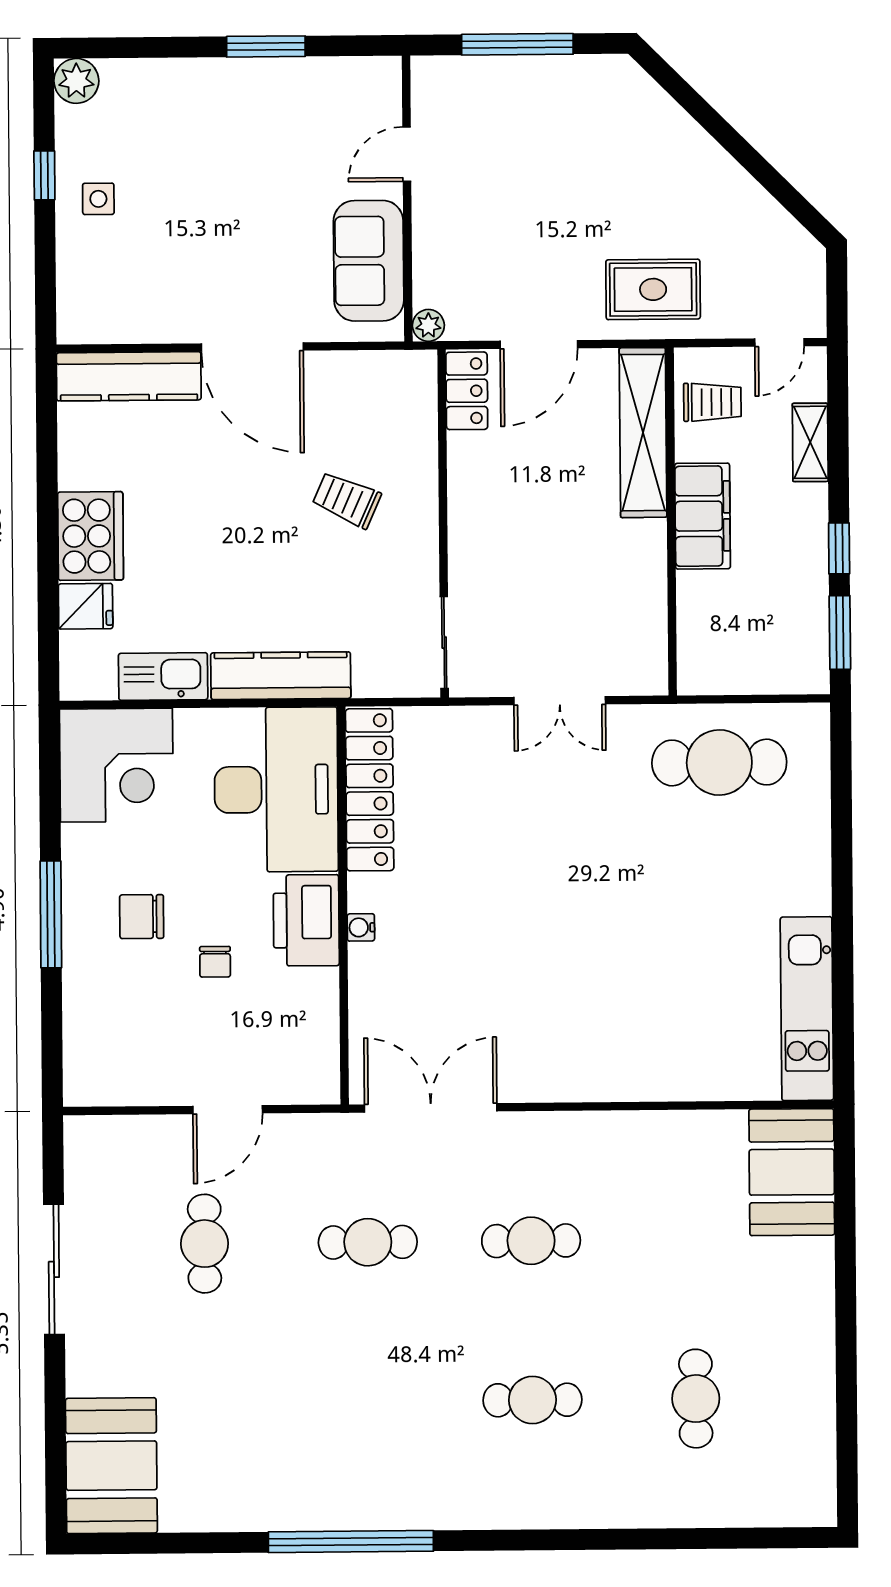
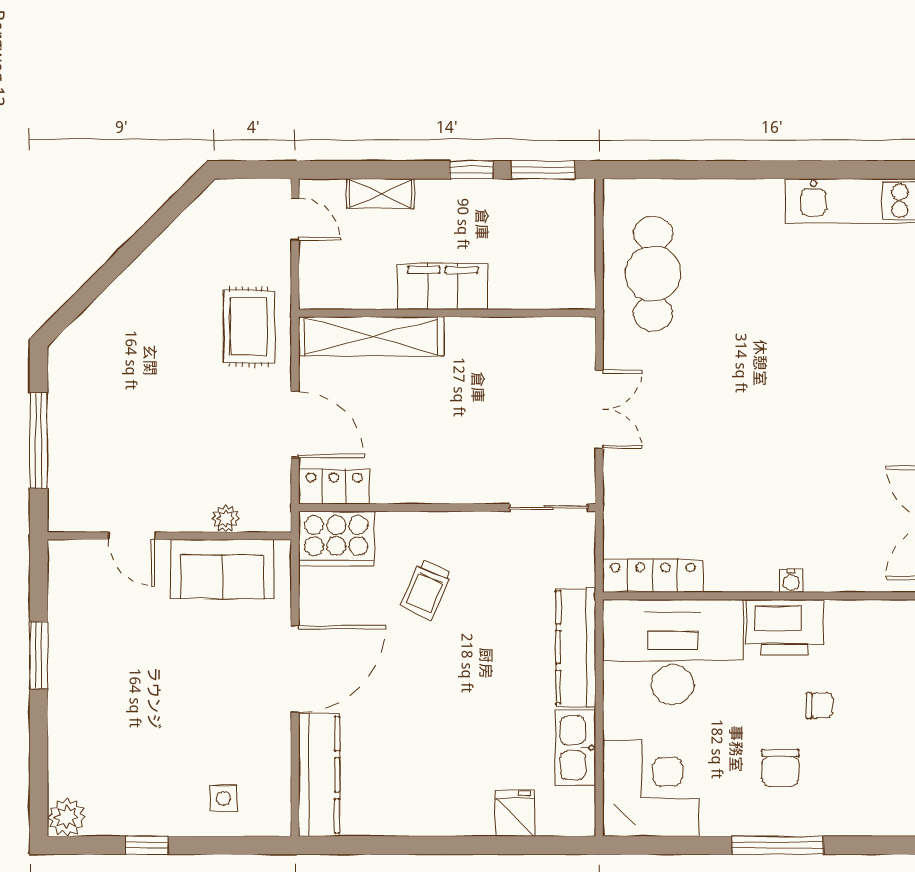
side table: (98, 199) -> (223, 798), moved
plant: (428, 325) -> (225, 519), moved
trolley: (712, 402) -> (345, 277), removed
cooker: (91, 536) -> (336, 539), moved, turned 180
locker: (370, 790) -> (653, 576), width x0.71, depth x0.83

